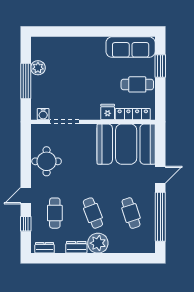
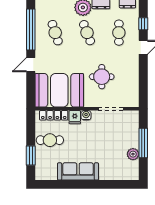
sofa: (131, 47) -> (78, 171), moved
water cooler: (43, 114) -> (86, 115), moved
round table: (47, 161) -> (102, 77), moved

